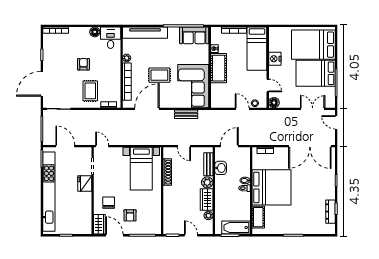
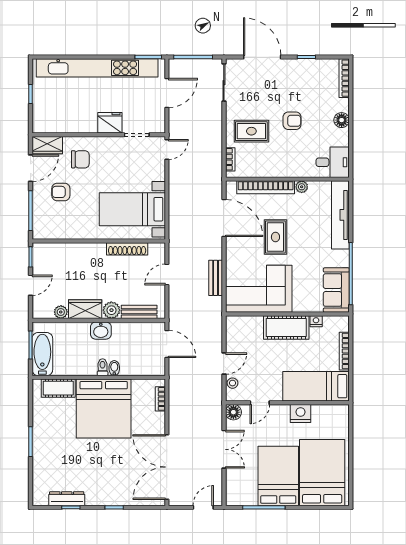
floor lamp: (95, 32) -> (342, 120), moved
double door: (313, 109) -> (224, 449), moved
washbasin: (221, 168) -> (101, 331), moved

